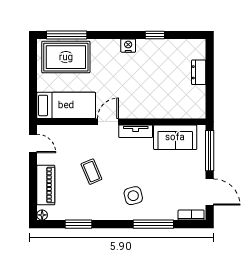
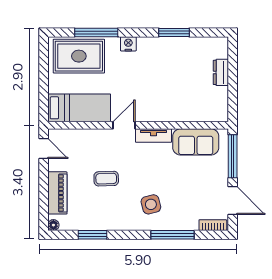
window: (67, 35) -> (96, 33), moved
window: (155, 35) -> (174, 33), width x1.50
nightstand: (128, 46) -> (128, 44), moved
coffee table: (91, 172) -> (106, 179), turned -69

